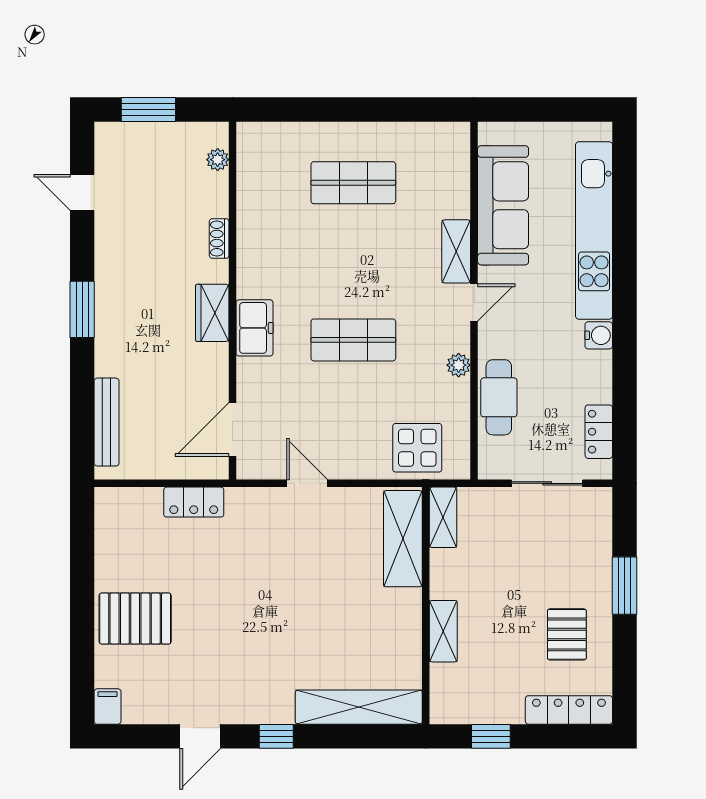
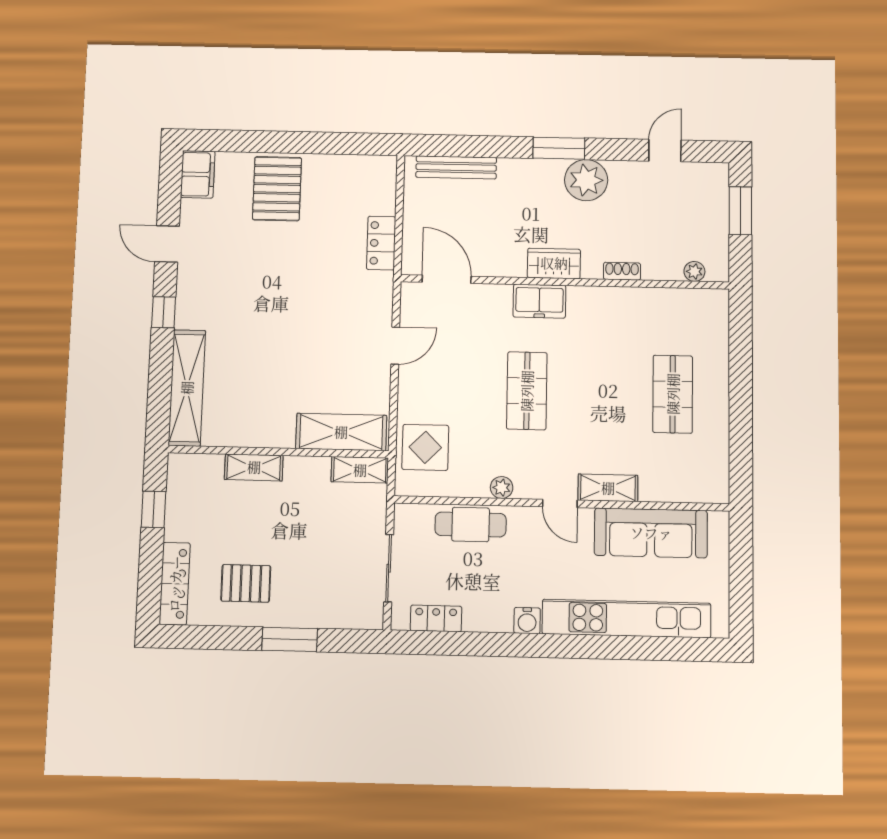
plant: (118, 279) -> (586, 180), added
filing cabinet: (108, 707) -> (198, 174), width x2.00

